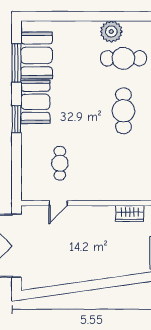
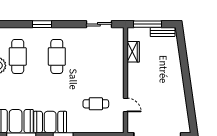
cafe table: (123, 111) -> (57, 56), turned 90

